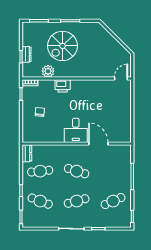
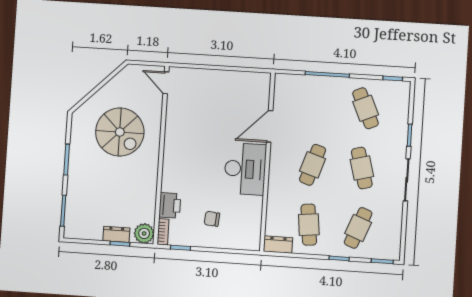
spiral stairs: (62, 46) -> (120, 132), moved
plant: (48, 71) -> (144, 233), moved
printer: (63, 86) -> (170, 205), moved
desk: (76, 130) -> (245, 169), width x1.37

